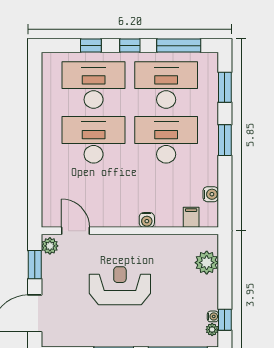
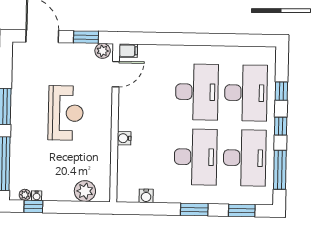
filing cabinet: (191, 217) -> (128, 51), moved

